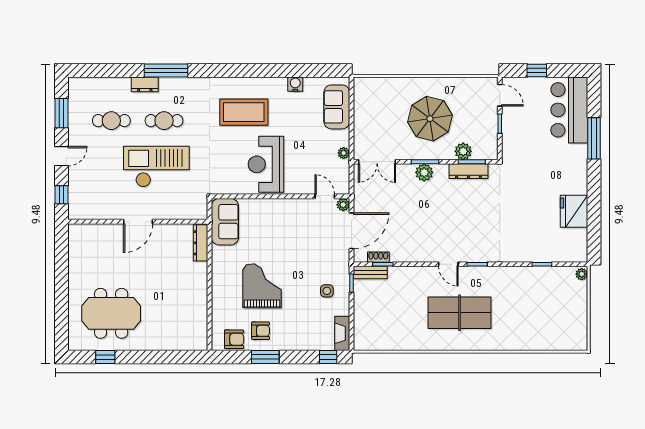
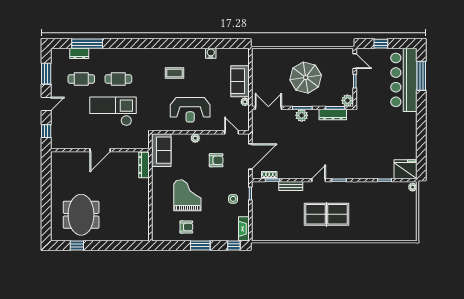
window: (166, 71) -> (87, 44), moved
dresser: (145, 84) -> (79, 53), moved
sofa: (337, 107) -> (240, 81), moved
bar counter: (569, 110) -> (404, 80), width x1.36
coffee table: (244, 112) -> (175, 73), width x0.54, depth x0.58
window: (594, 138) -> (421, 76), moved
plant: (463, 151) -> (347, 101), moved
double door: (377, 162) -> (268, 108), swing flipped
reception desk: (266, 164) -> (190, 110), turned -90
plant: (343, 205) -> (195, 138), moved
fridge: (574, 211) -> (405, 169), moved, turned 90
door: (448, 264) -> (319, 180), swing flipped
bench: (370, 273) -> (291, 186), moved
meeting table: (111, 313) -> (81, 215), turned 90
armchair: (234, 339) -> (216, 160), moved
window: (265, 357) -> (200, 245), moved

